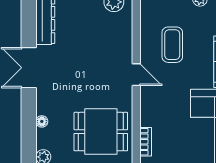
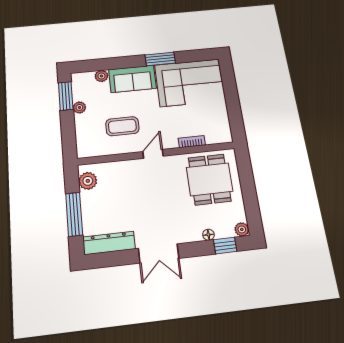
window: (29, 137) -> (225, 246), added
bookcase: (146, 142) -> (192, 142), moved

